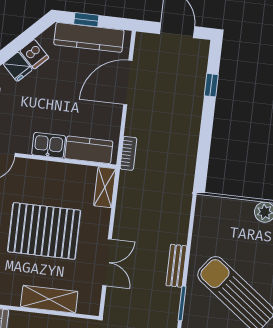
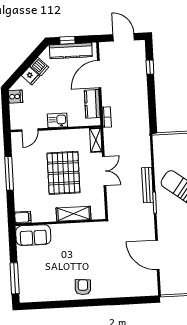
kitchen counter: (89, 150) -> (92, 104), moved, turned -90
pallet: (44, 231) -> (63, 173), turned 90
double door: (107, 262) -> (104, 171), moved
bench: (176, 266) -> (148, 185), width x1.36

